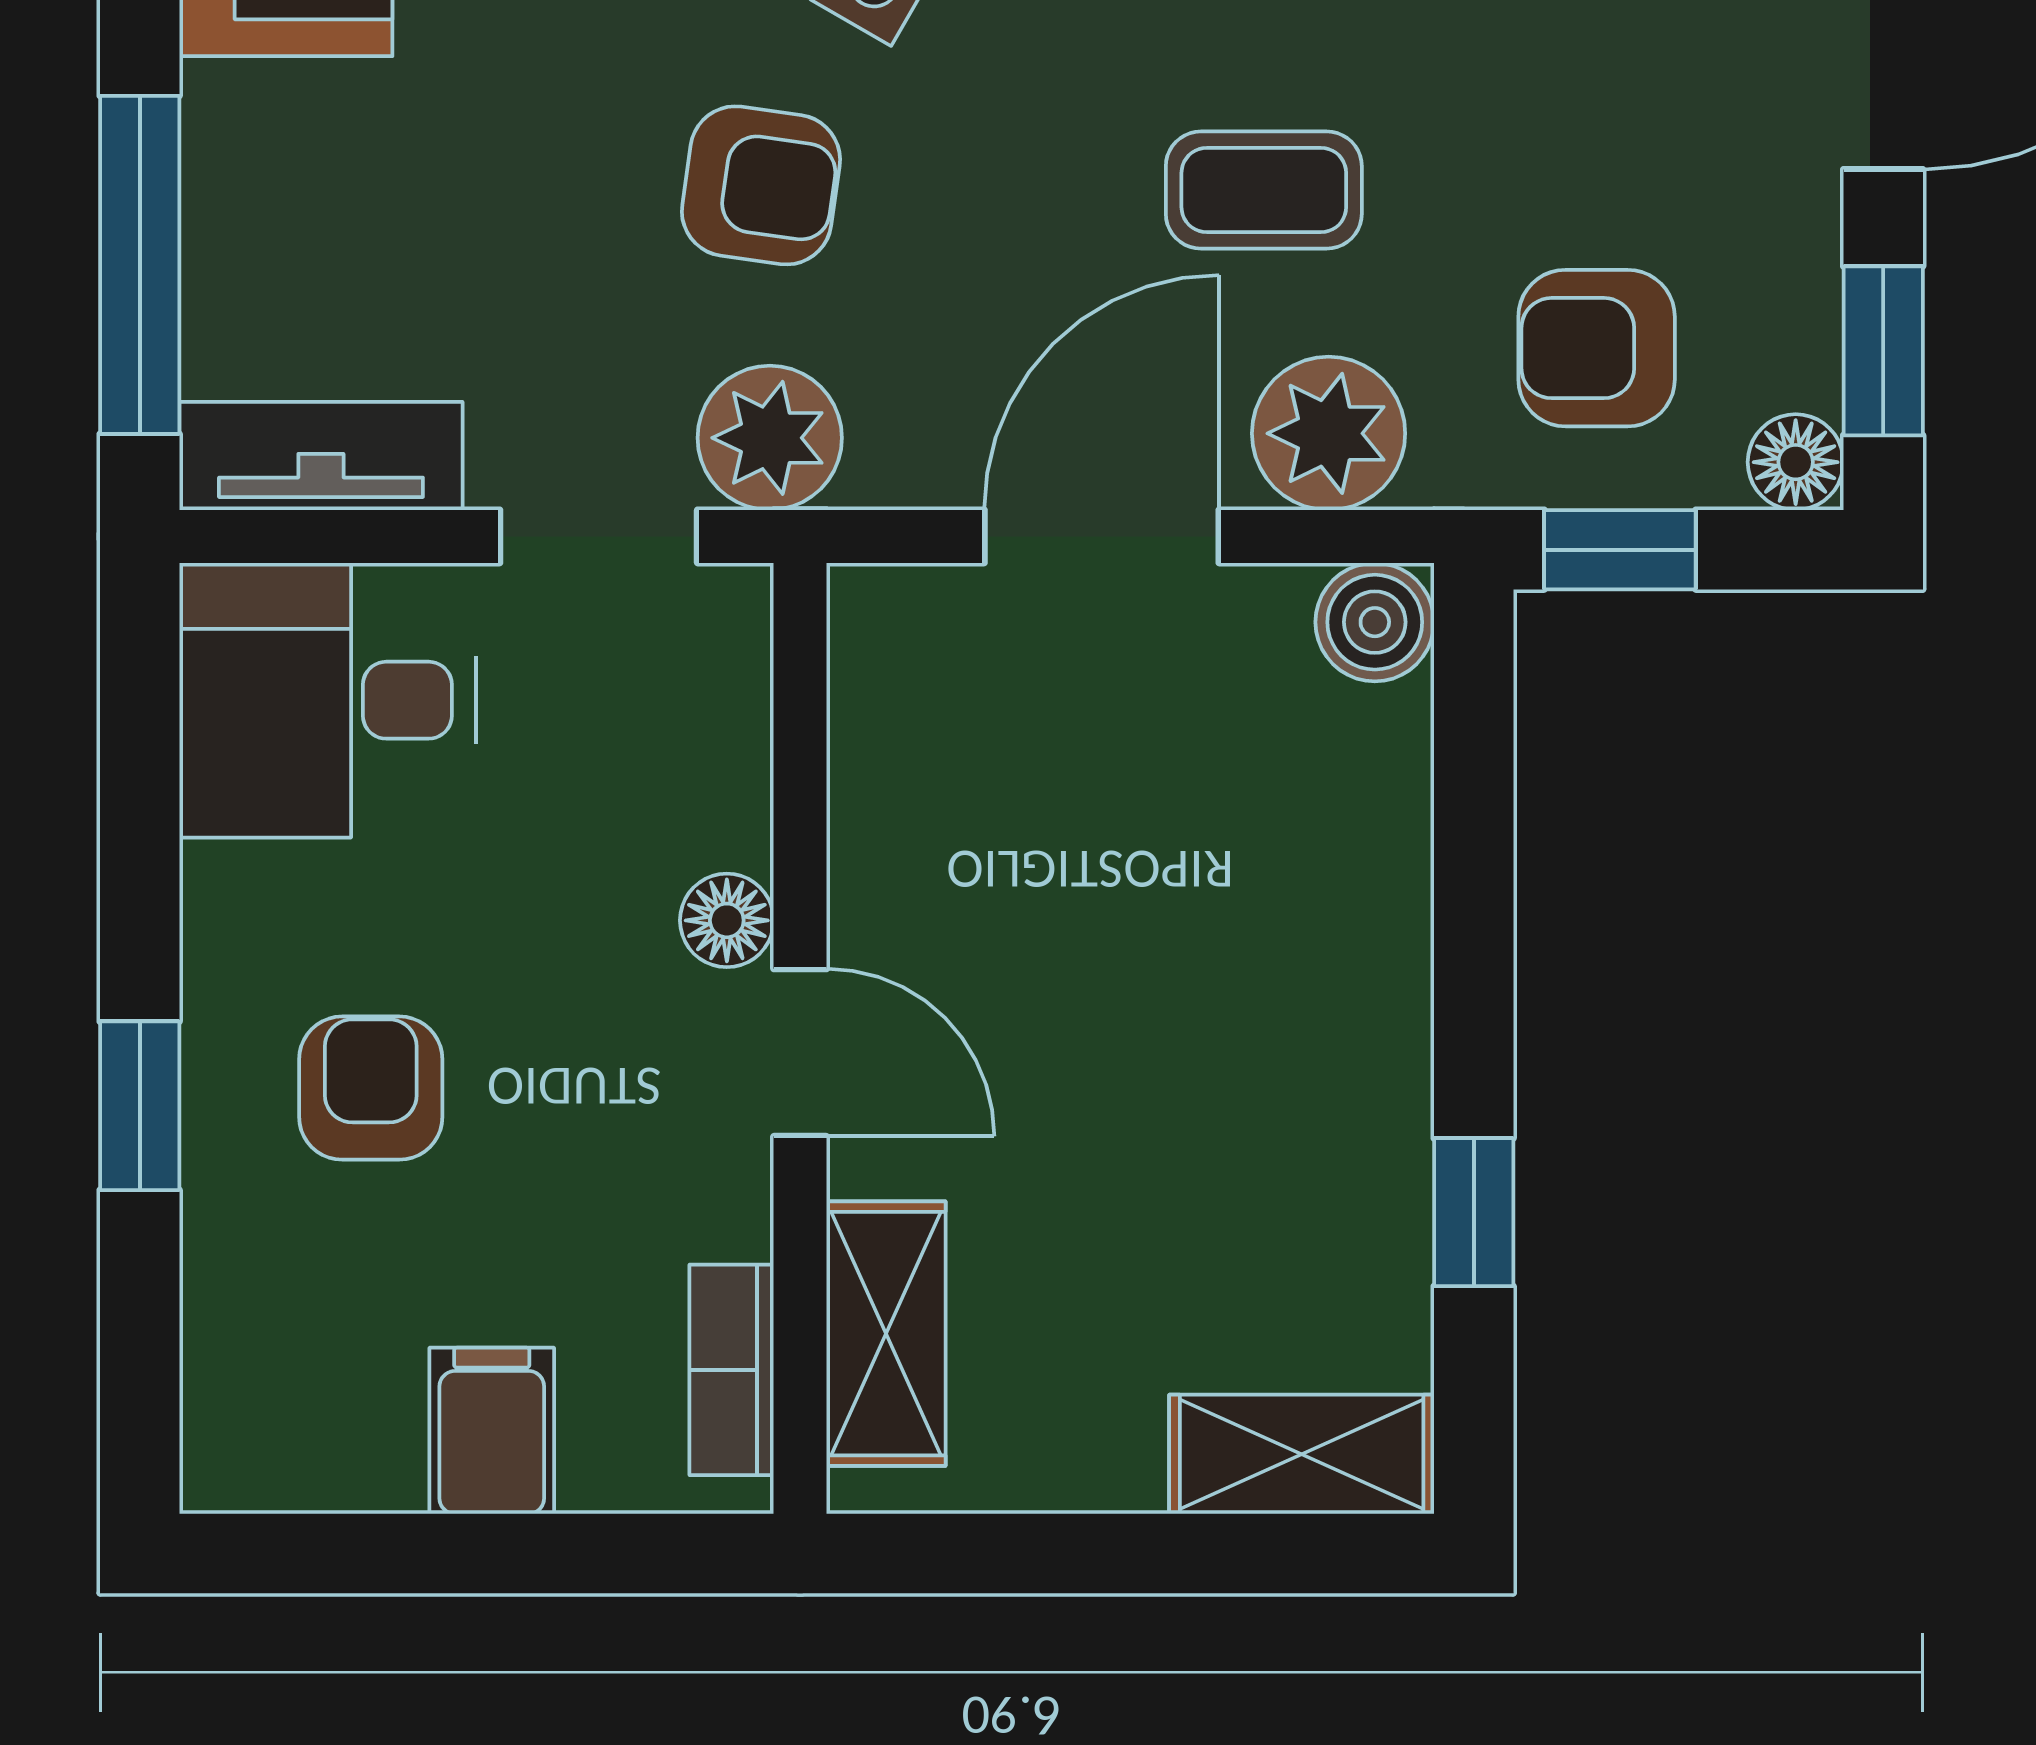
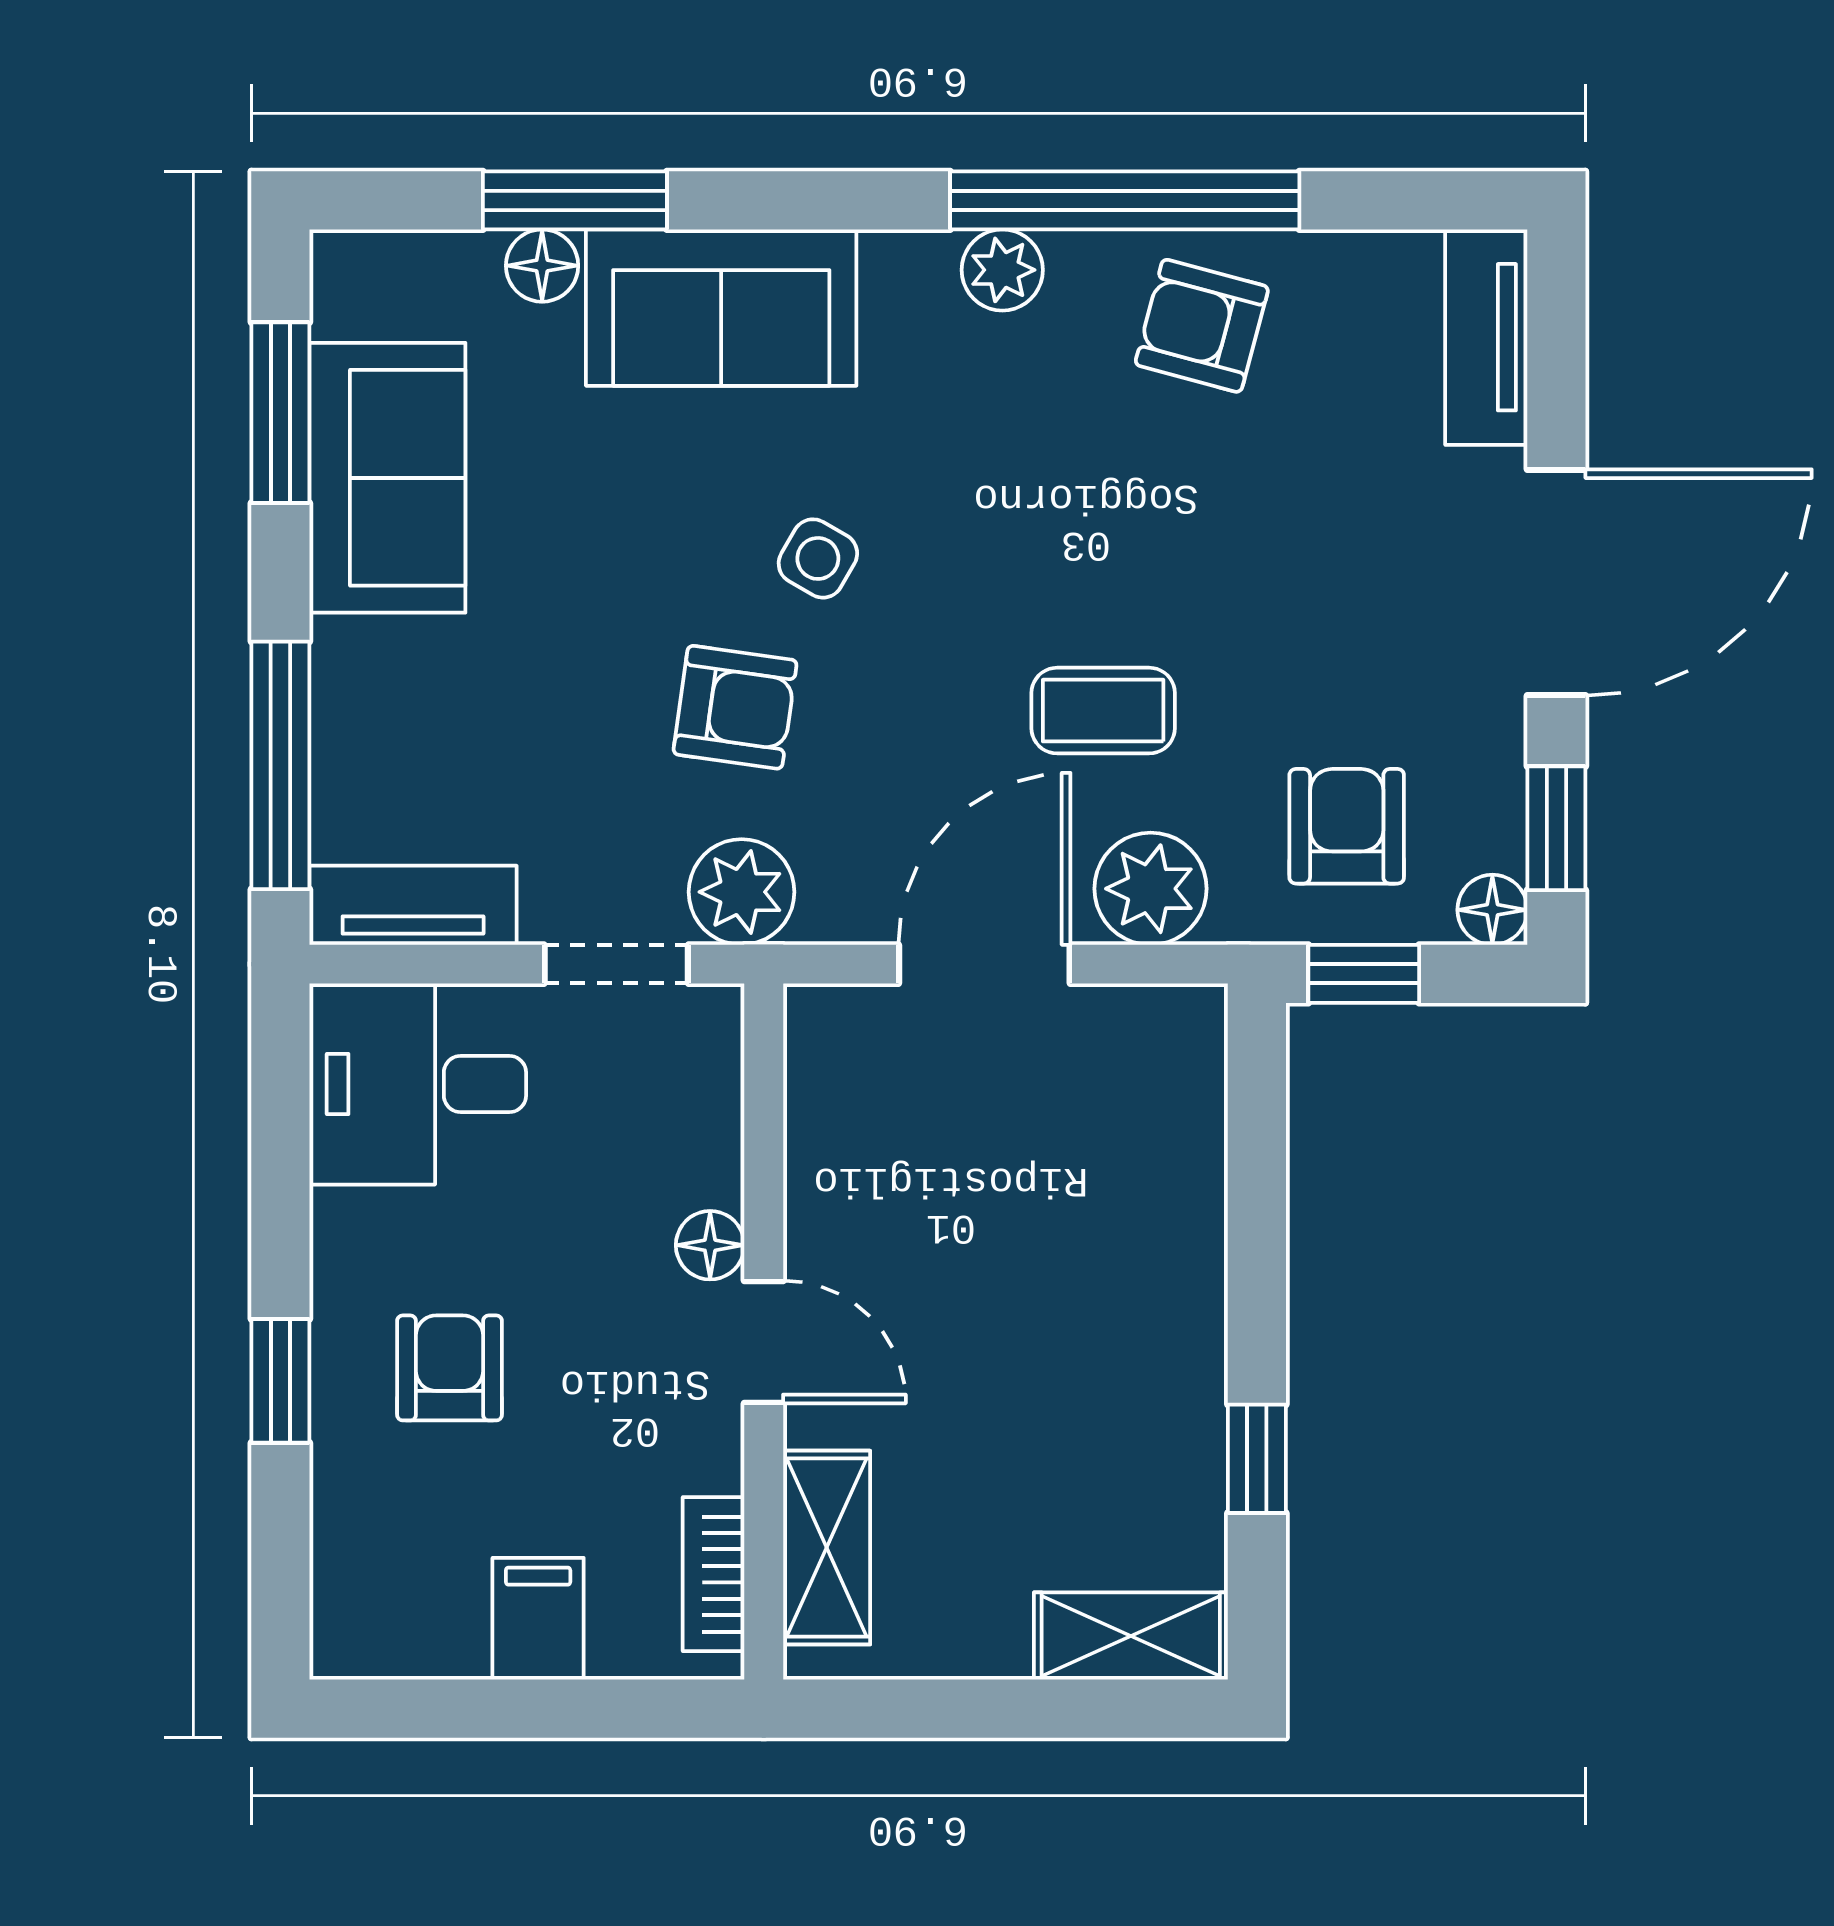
armchair: (1597, 348) -> (1347, 826), turned 90
boiler: (1375, 622) -> (1184, 1027), removed

